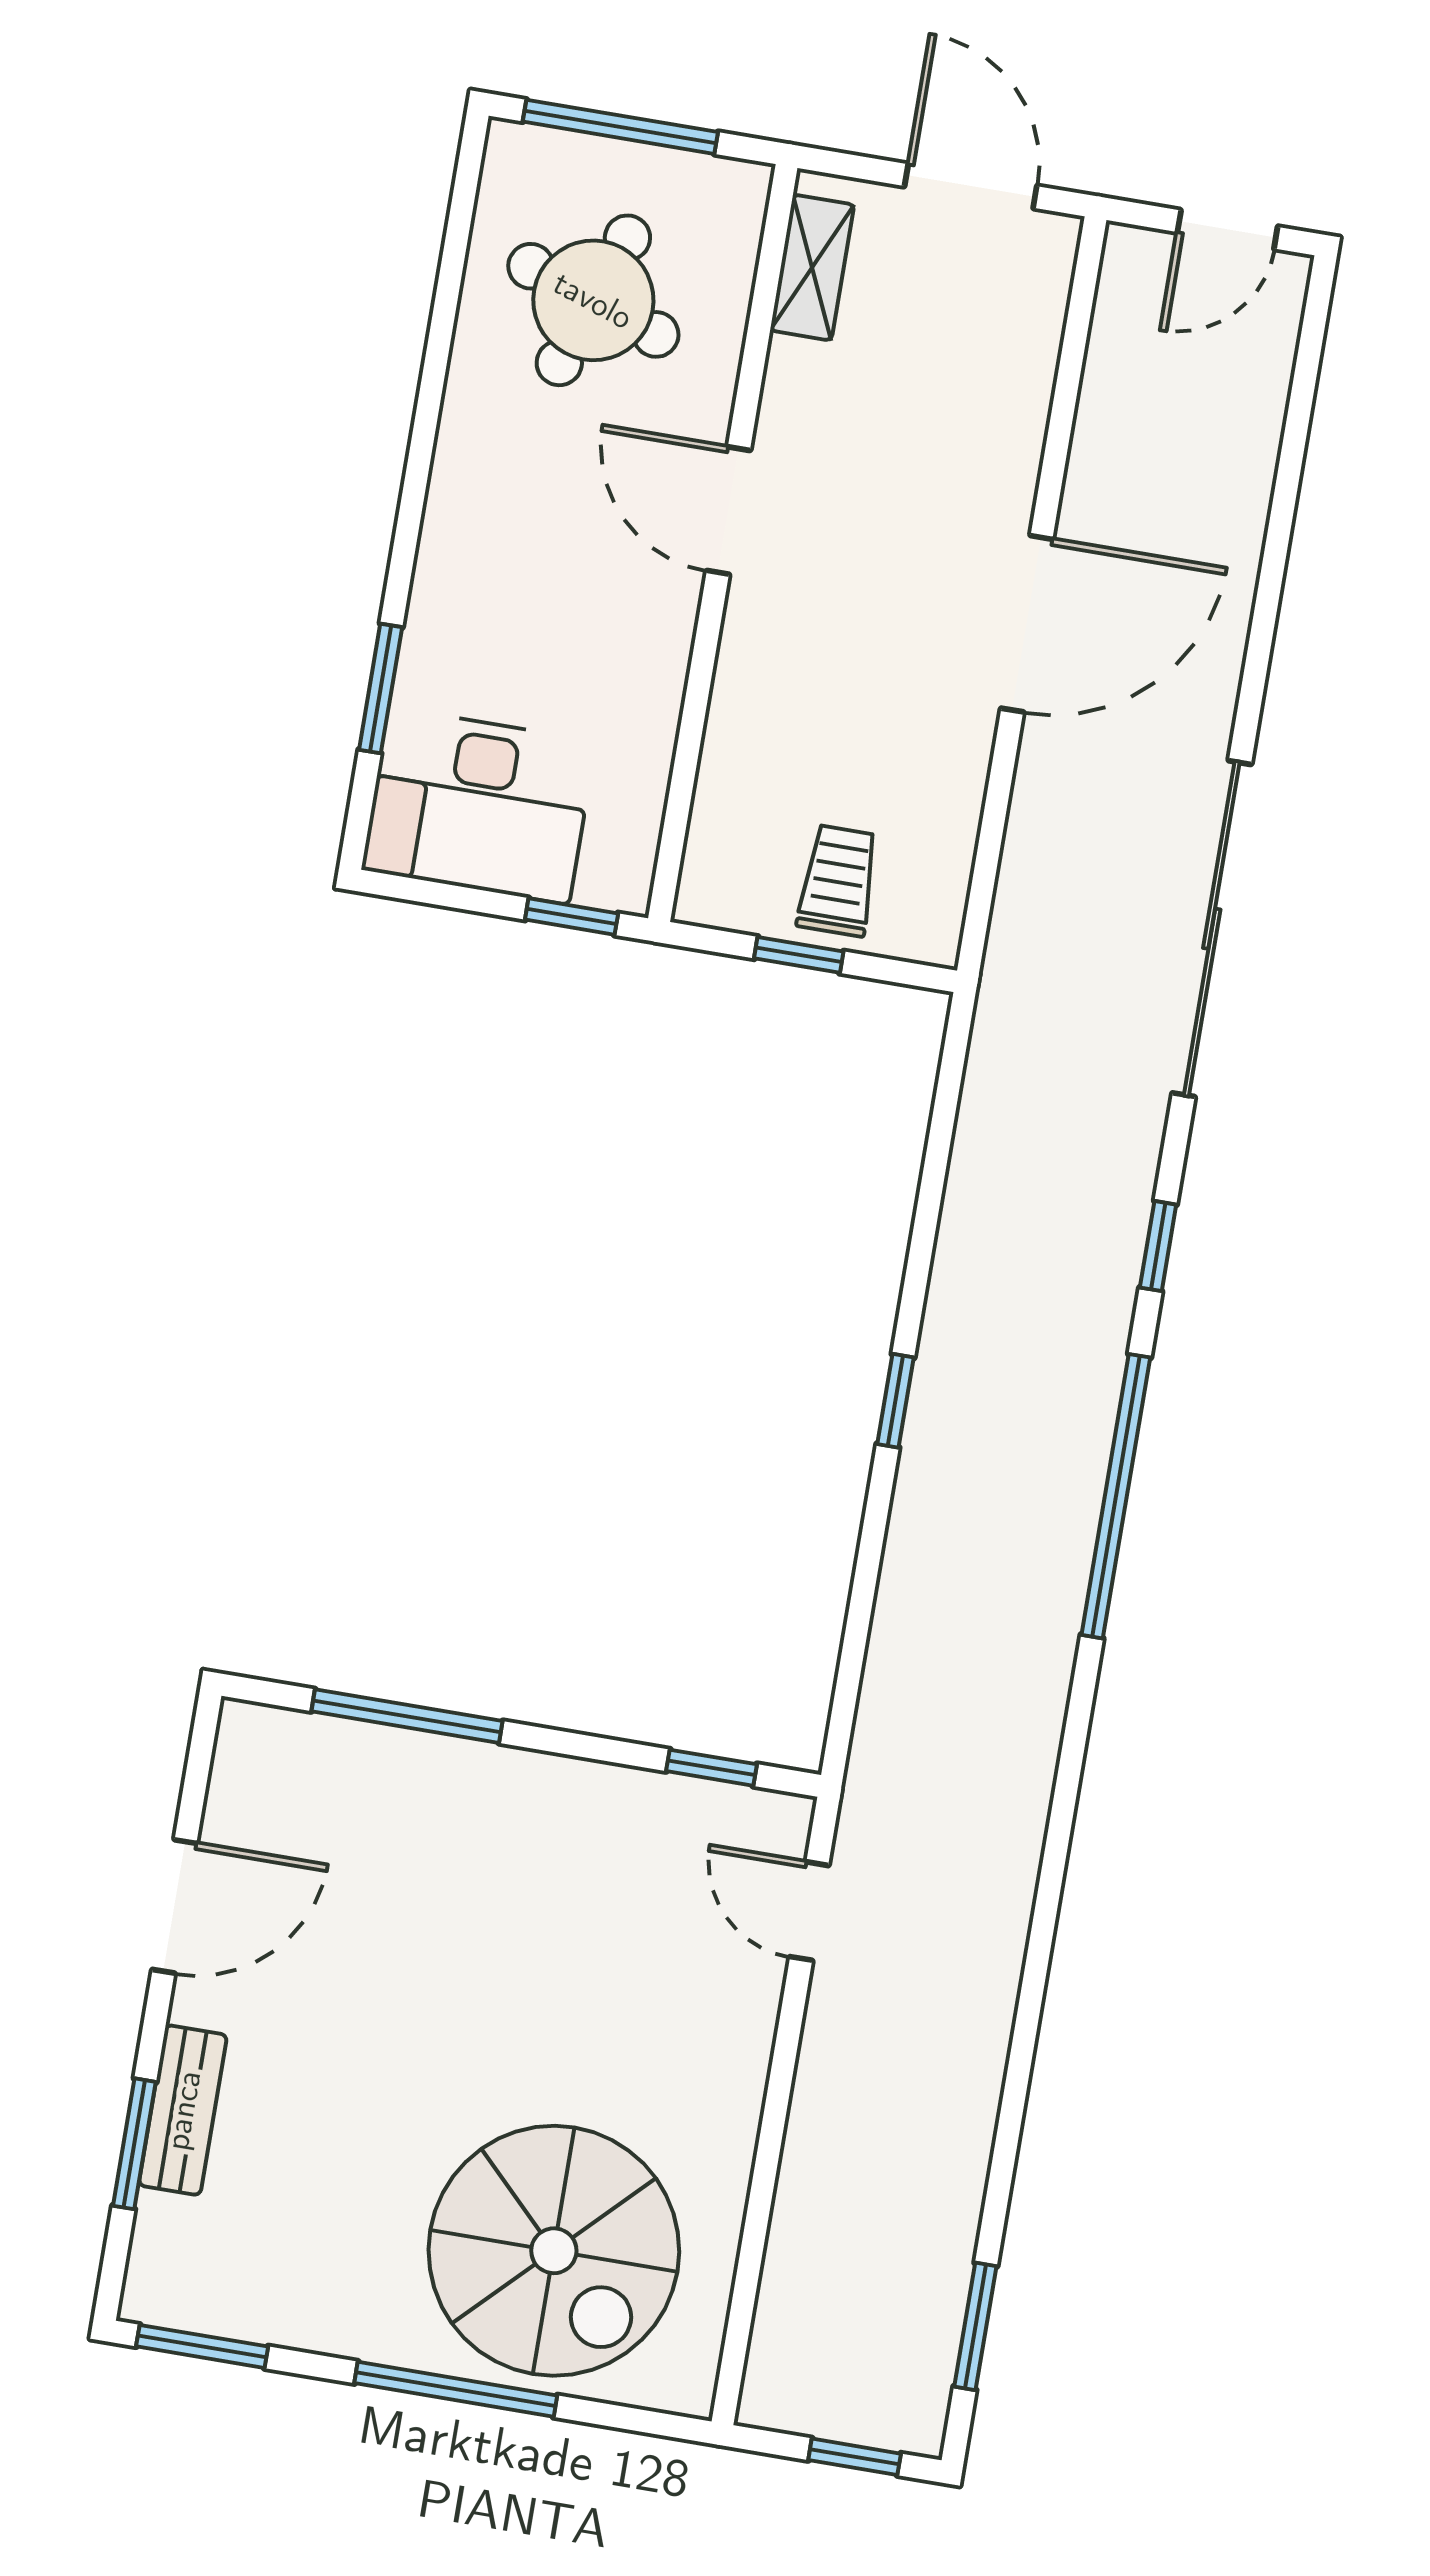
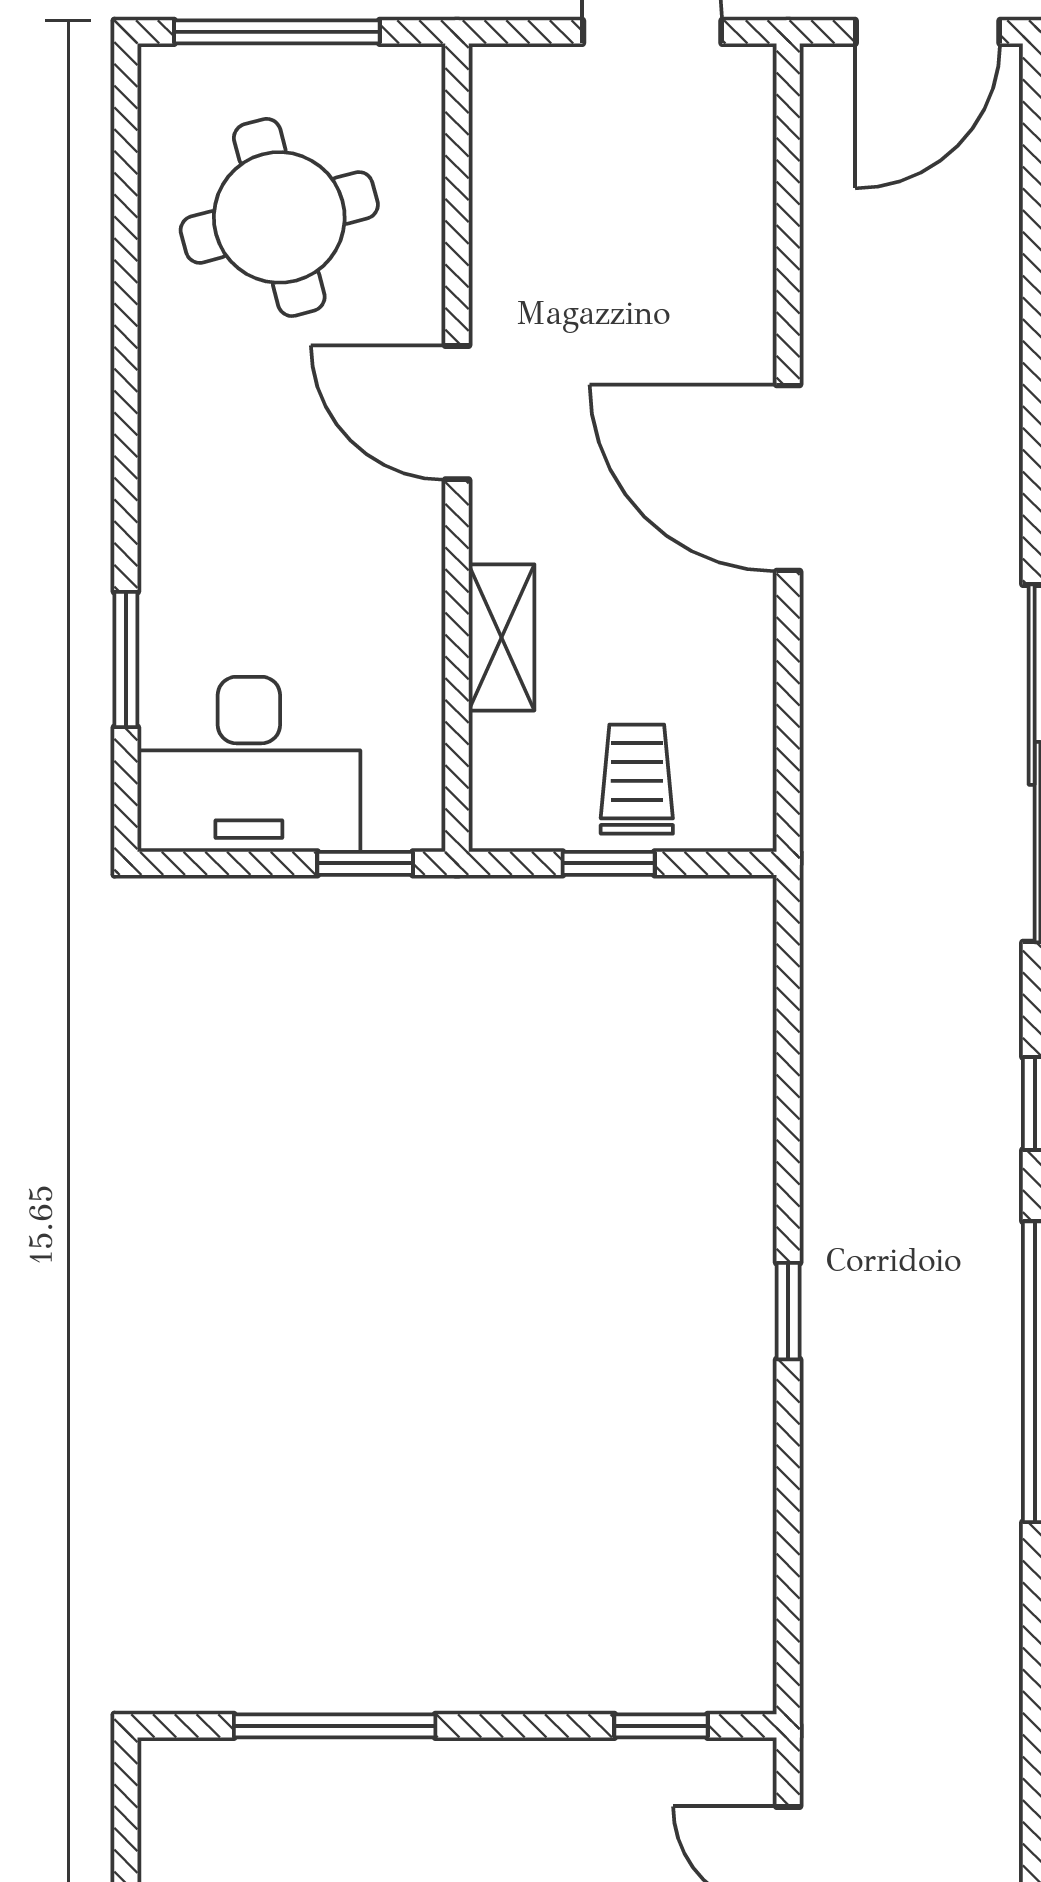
door: (1227, 229) -> (928, 32), width x1.38
shelving: (812, 268) -> (501, 637), moved
round table: (593, 300) -> (279, 217), turned -34
door: (1027, 624) -> (788, 478), swing flipped

